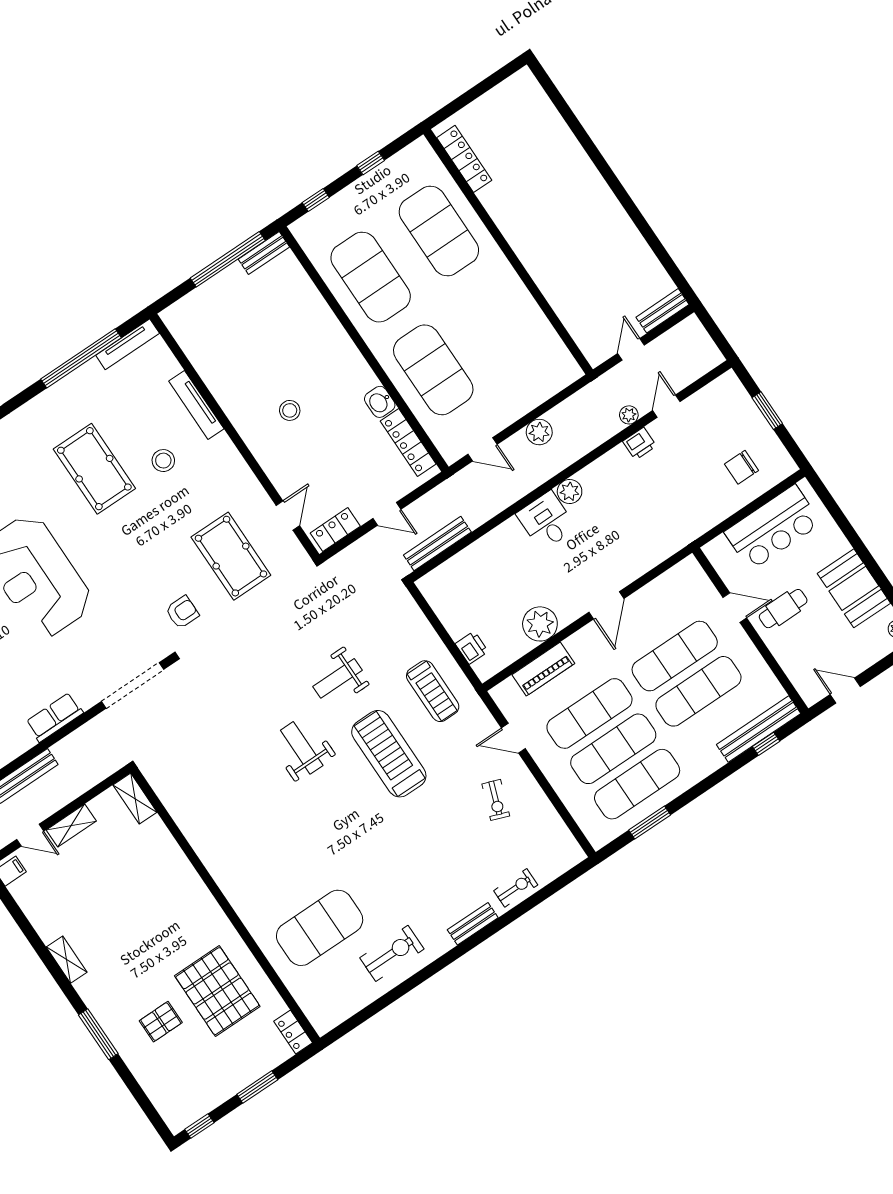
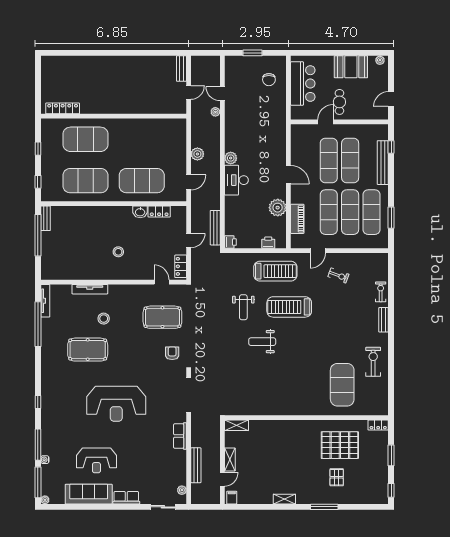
door: (631, 349) -> (189, 92), swing flipped
locker: (408, 442) -> (159, 211), width x0.66
printer: (640, 444) -> (230, 242), moved
desk: (546, 521) -> (236, 180), width x1.37
treadmill: (433, 691) -> (275, 271), width x1.37, depth x1.38
bench: (759, 729) -> (383, 163), moved

